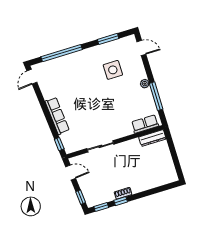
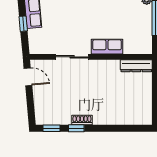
row of seats: (145, 124) -> (107, 47), moved
window: (59, 144) -> (23, 24), moved
window: (81, 197) -> (31, 109), removed

